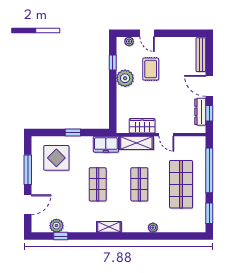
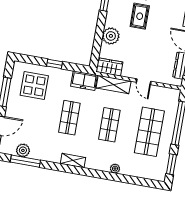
plant: (125, 78) -> (111, 36), moved
wardrobe: (142, 126) -> (109, 67), moved
window: (61, 236) -> (25, 161), width x2.17

